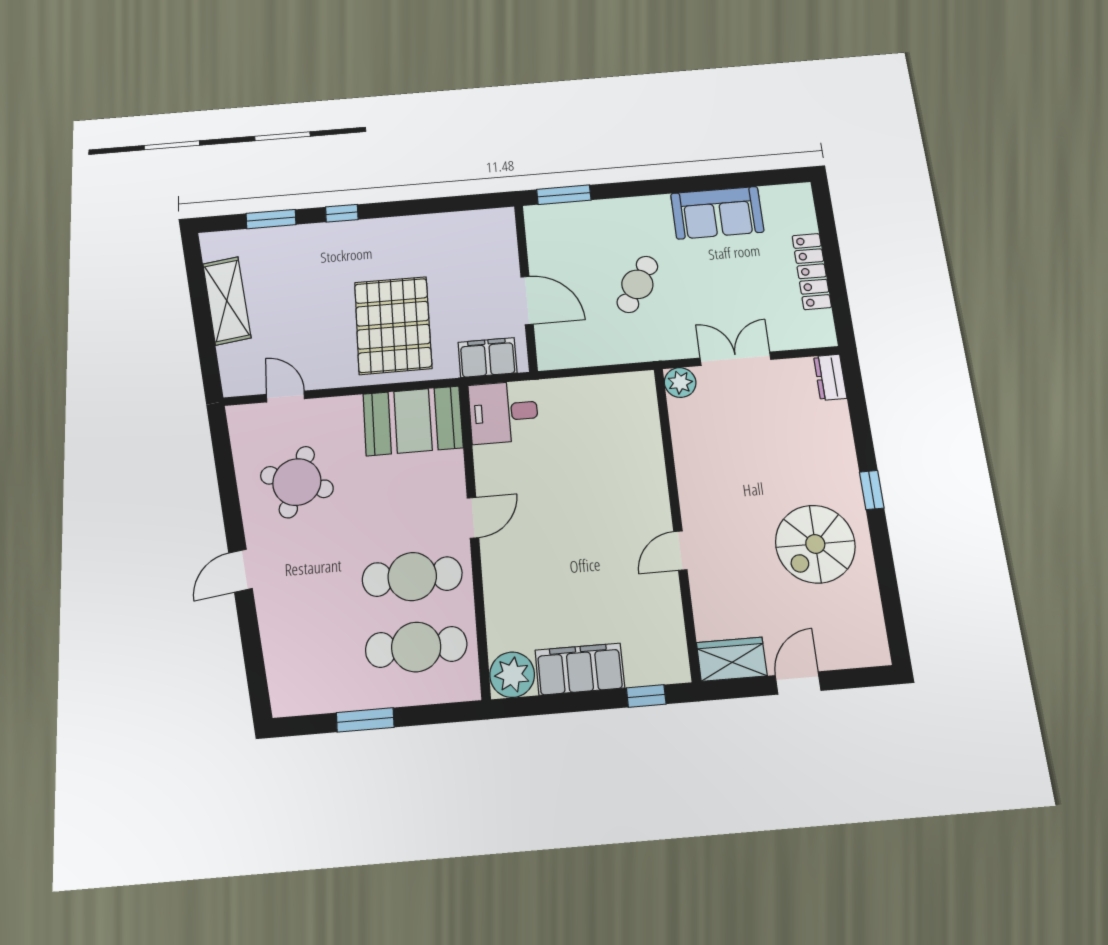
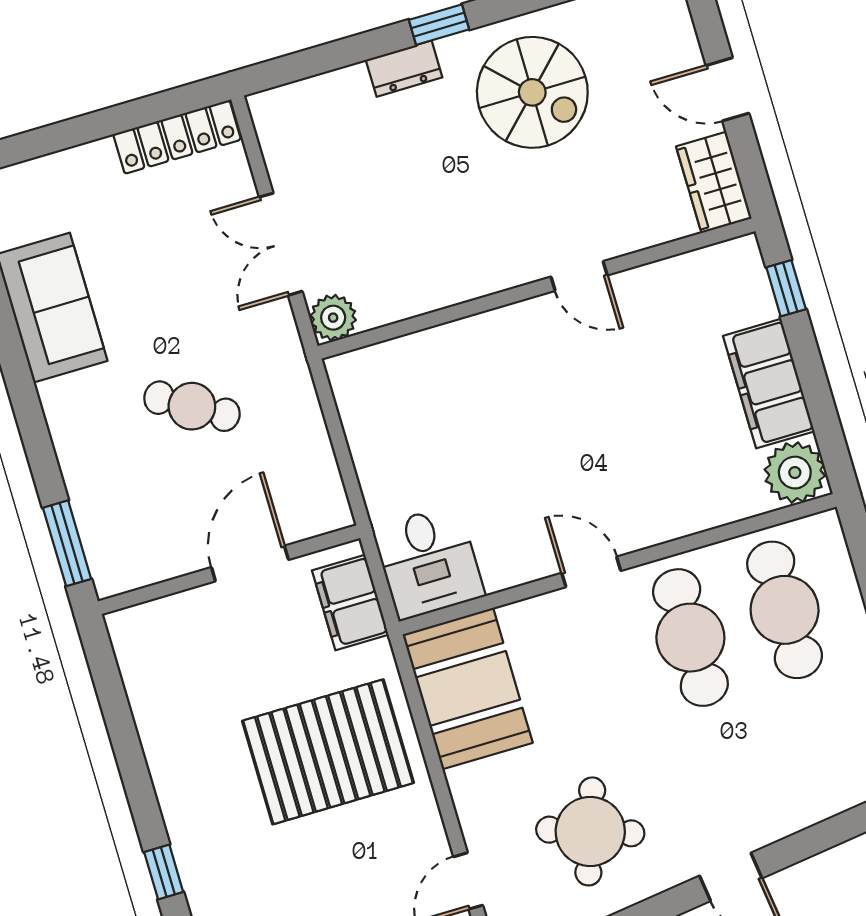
locker: (812, 271) -> (177, 137), moved
dresser: (830, 377) -> (404, 69), moved

